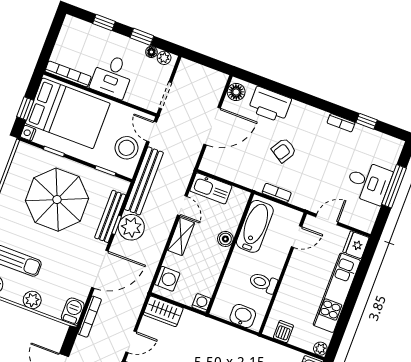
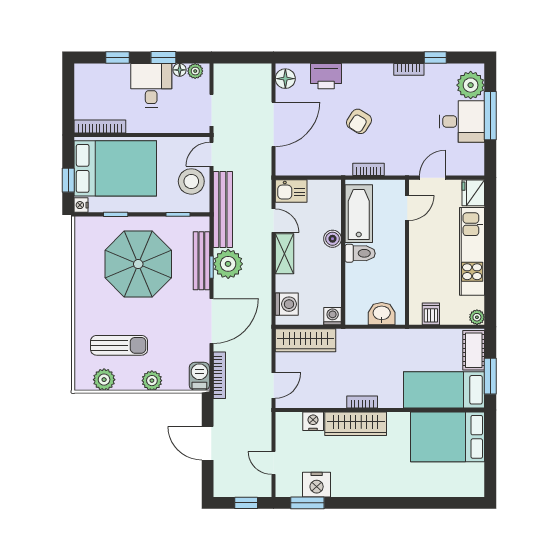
desk: (112, 76) -> (151, 85), moved, turned 180
printer: (270, 105) -> (326, 76), width x0.73, depth x0.84
door: (152, 132) -> (211, 154), hinge flipped
plant: (387, 155) -> (471, 85), added
kitchen sink: (211, 188) -> (291, 191), width x0.73
toilet: (263, 283) -> (360, 253), moved, turned 180
wardrobe: (163, 311) -> (305, 340), width x1.50

